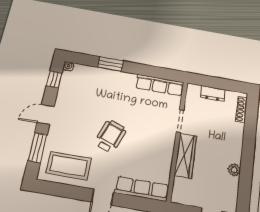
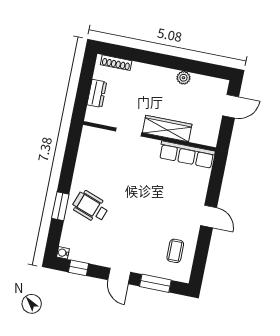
row of seats: (160, 85) -> (86, 152), removed
wheelchair: (110, 136) -> (90, 207), moved
coffee table: (69, 166) -> (175, 251), width x0.54, depth x0.58
row of seats: (142, 189) -> (187, 155), moved, turned -90

